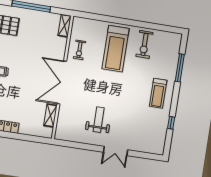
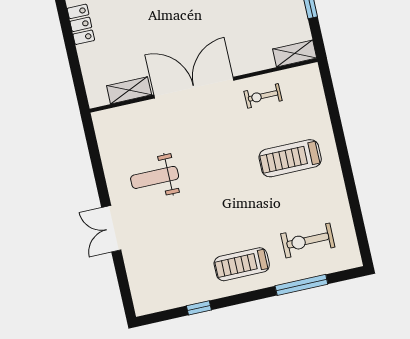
exercise bike: (144, 44) -> (308, 240), moved
treadmill: (116, 49) -> (290, 158), width x0.73, depth x0.73
weight bench: (99, 120) -> (155, 177), turned 180

